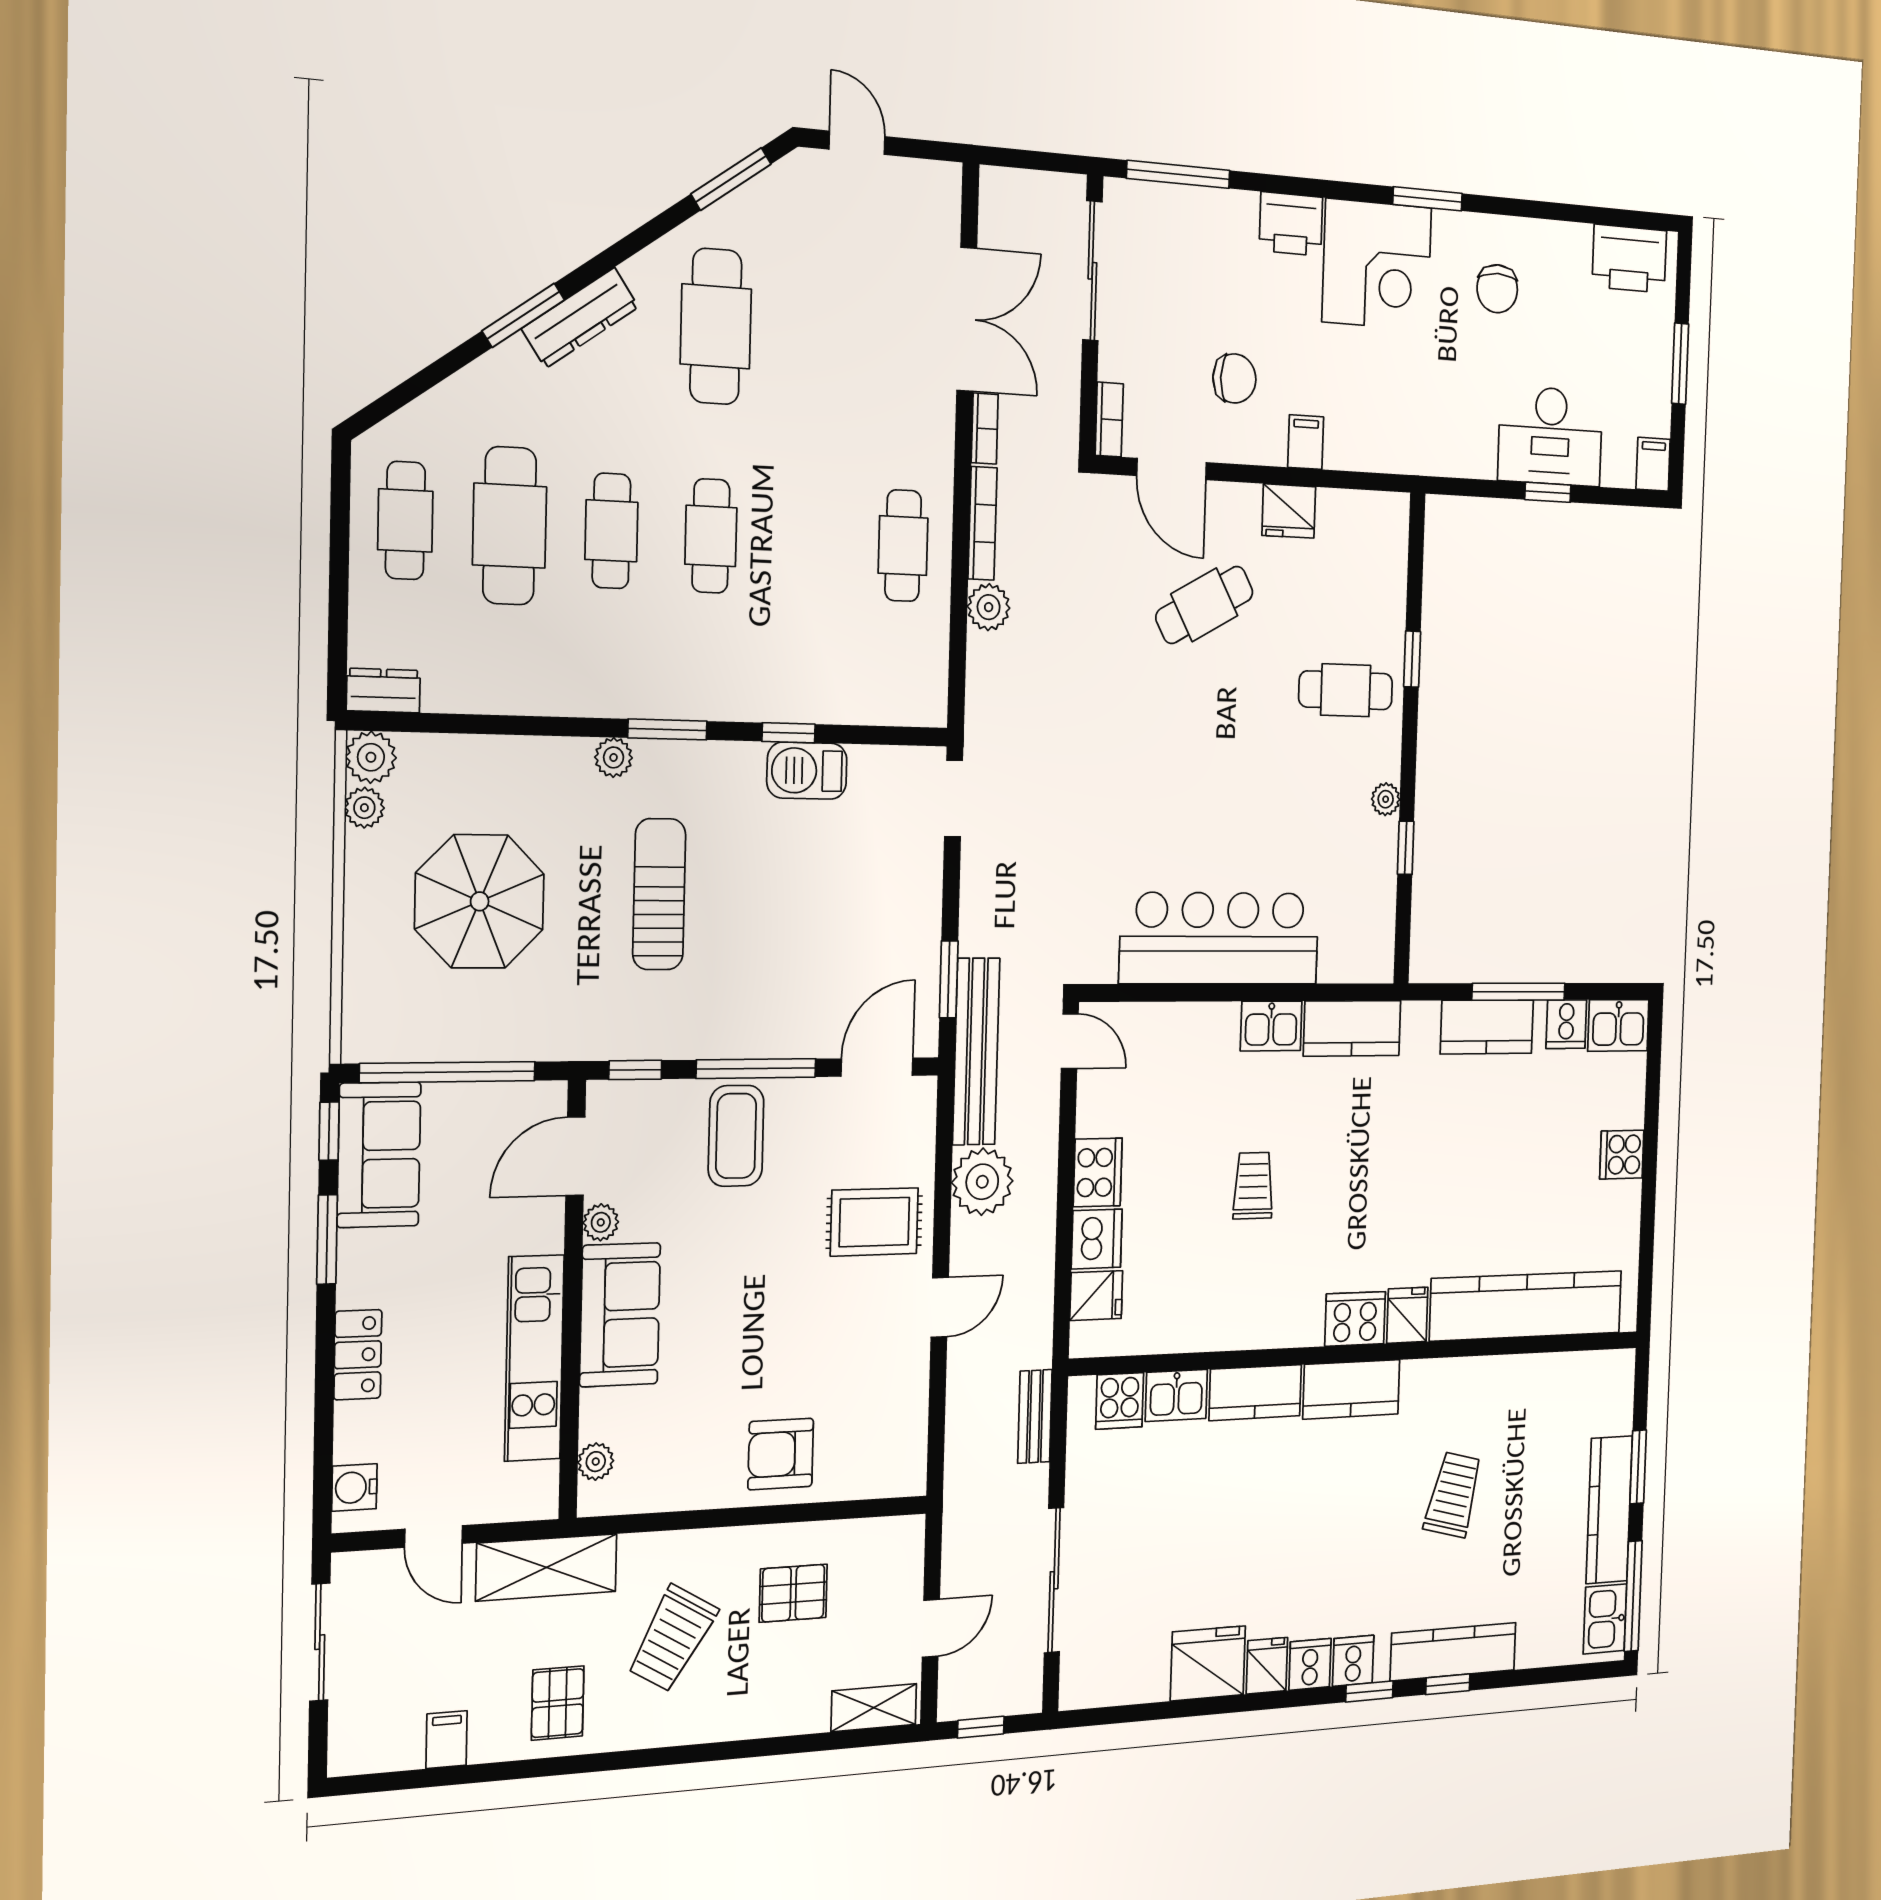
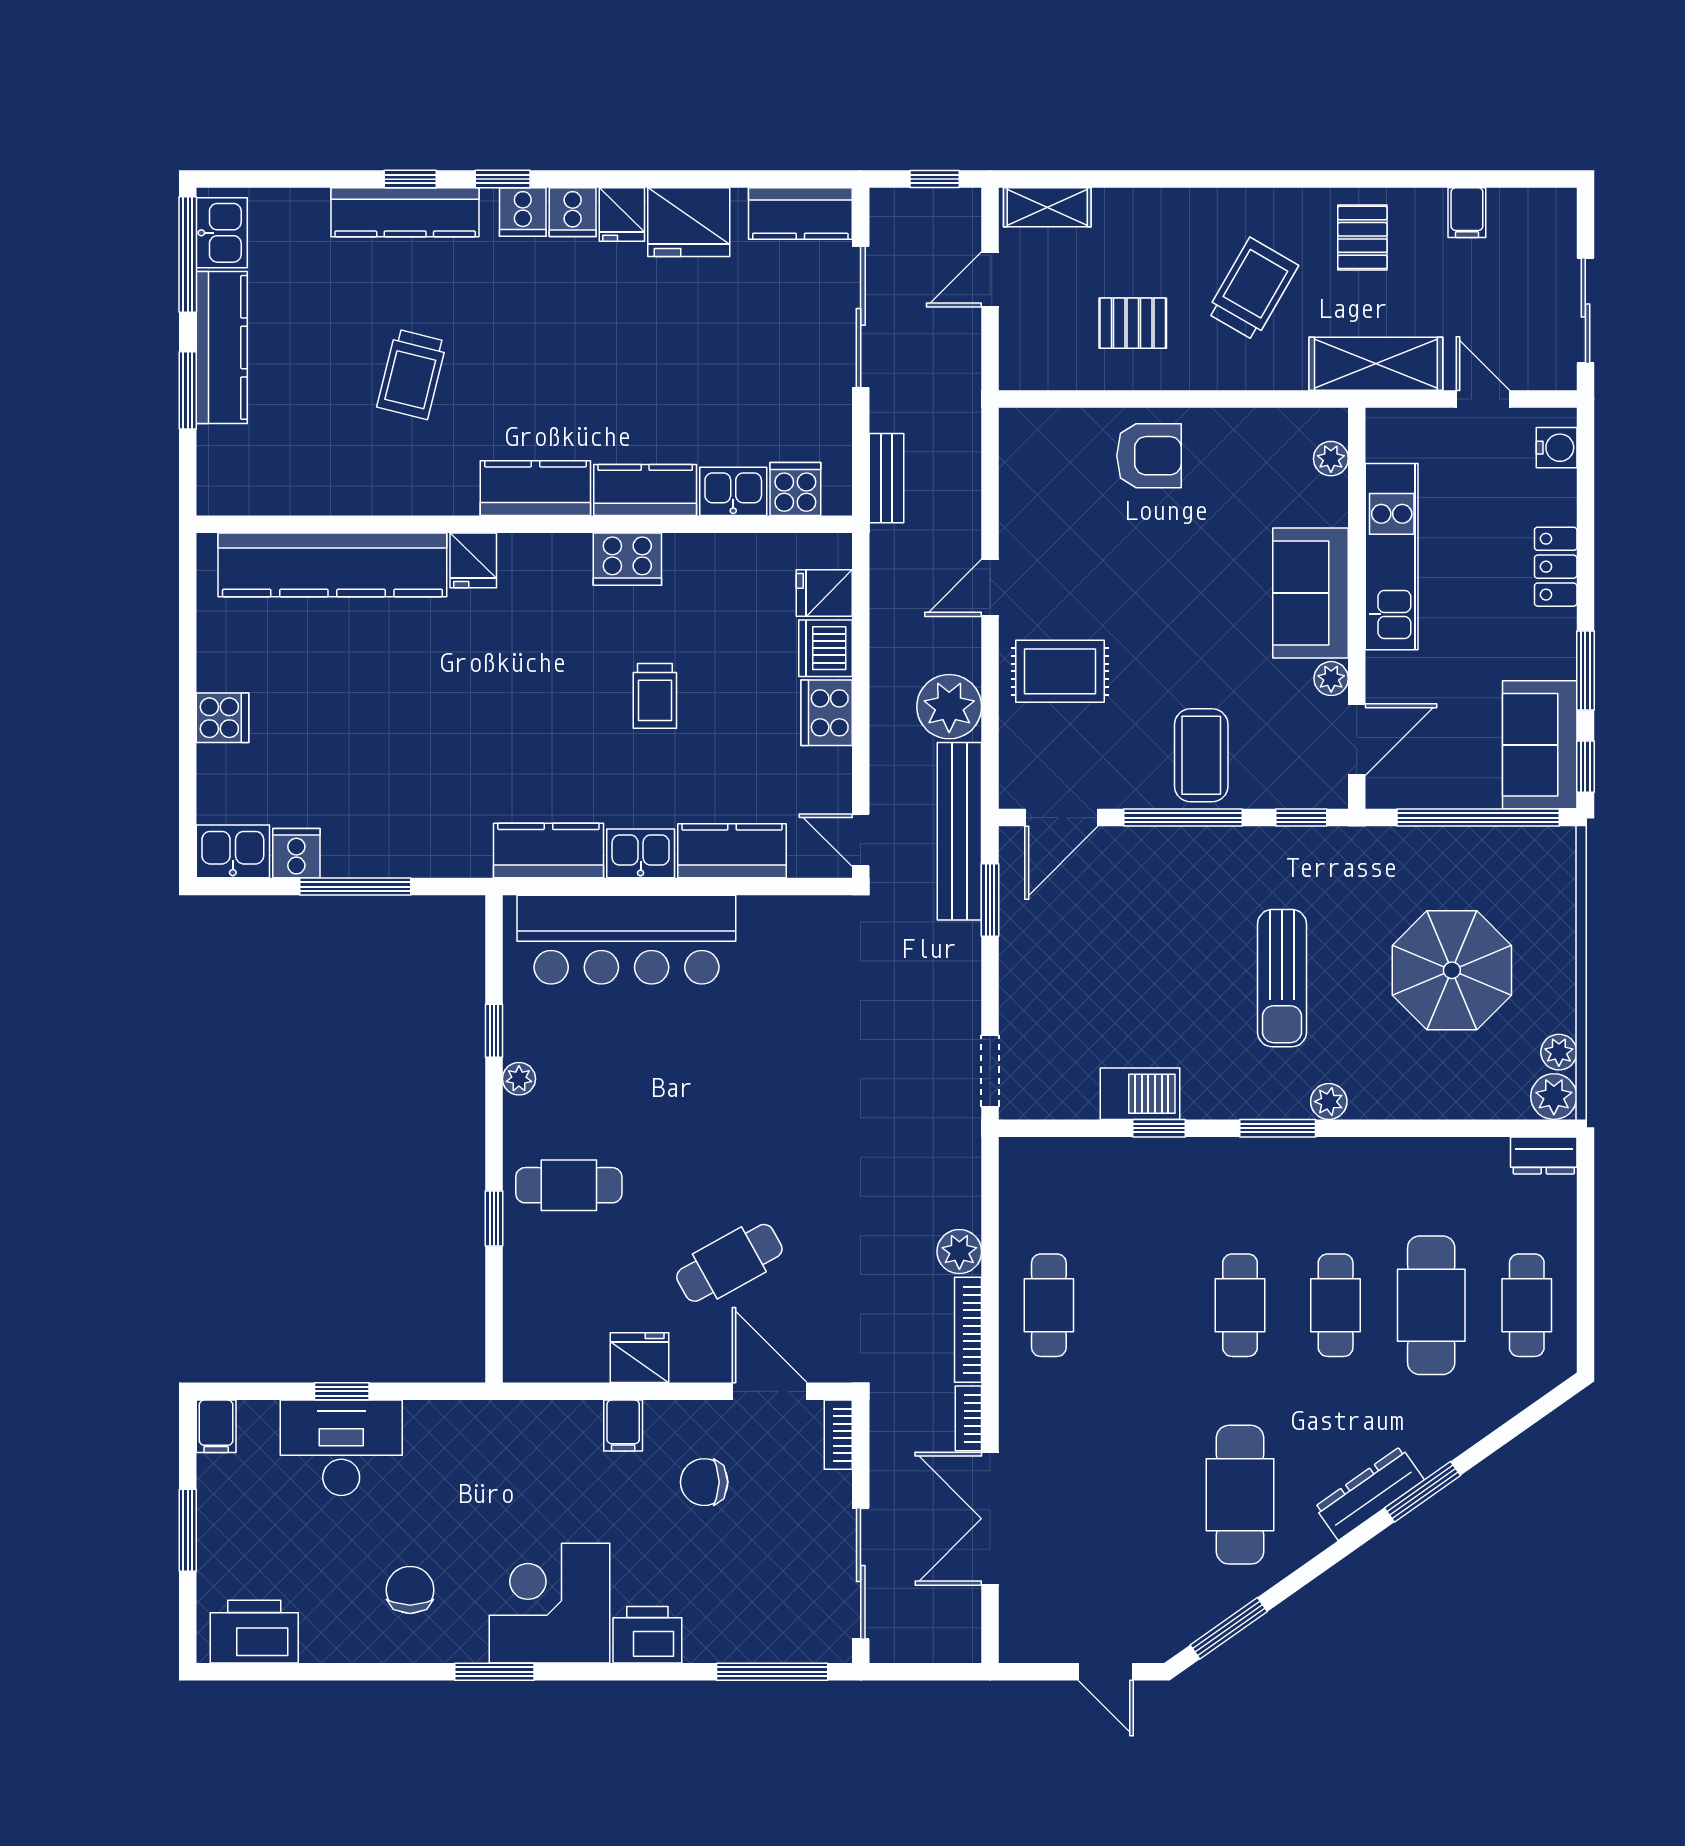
bar counter: (1220, 938) -> (626, 940), moved
kitchen counter: (1487, 1027) -> (732, 851), moved
cooker: (1355, 1319) -> (627, 559), moved
kitchen counter: (1107, 1681) -> (800, 213), added

